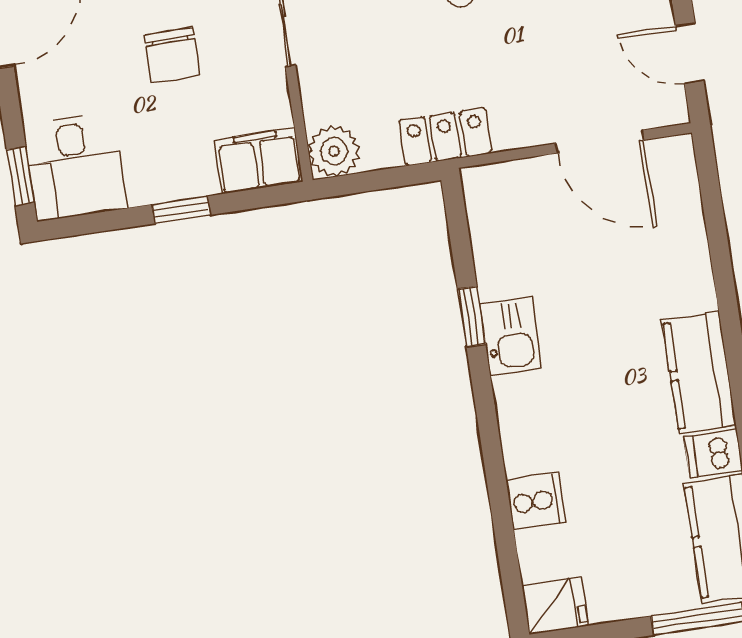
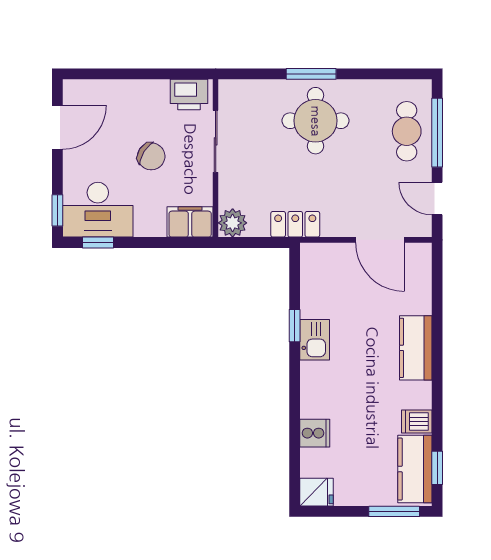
chair: (172, 55) -> (151, 156), turned -58
desk: (75, 166) -> (98, 210), width x1.37
window: (181, 210) -> (98, 243), moved
kitchen counter: (699, 372) -> (416, 348), moved

